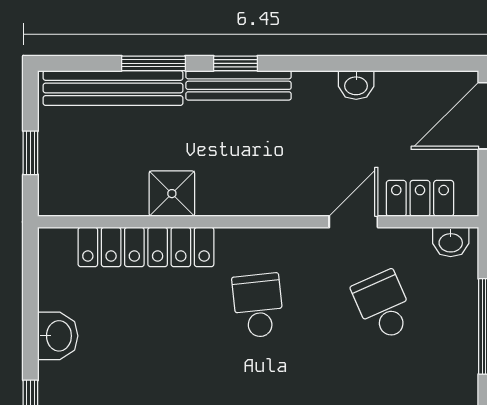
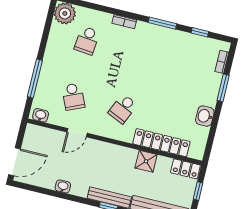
locker: (420, 198) -> (185, 169), moved
school desk: (258, 306) -> (123, 109), turned 30

